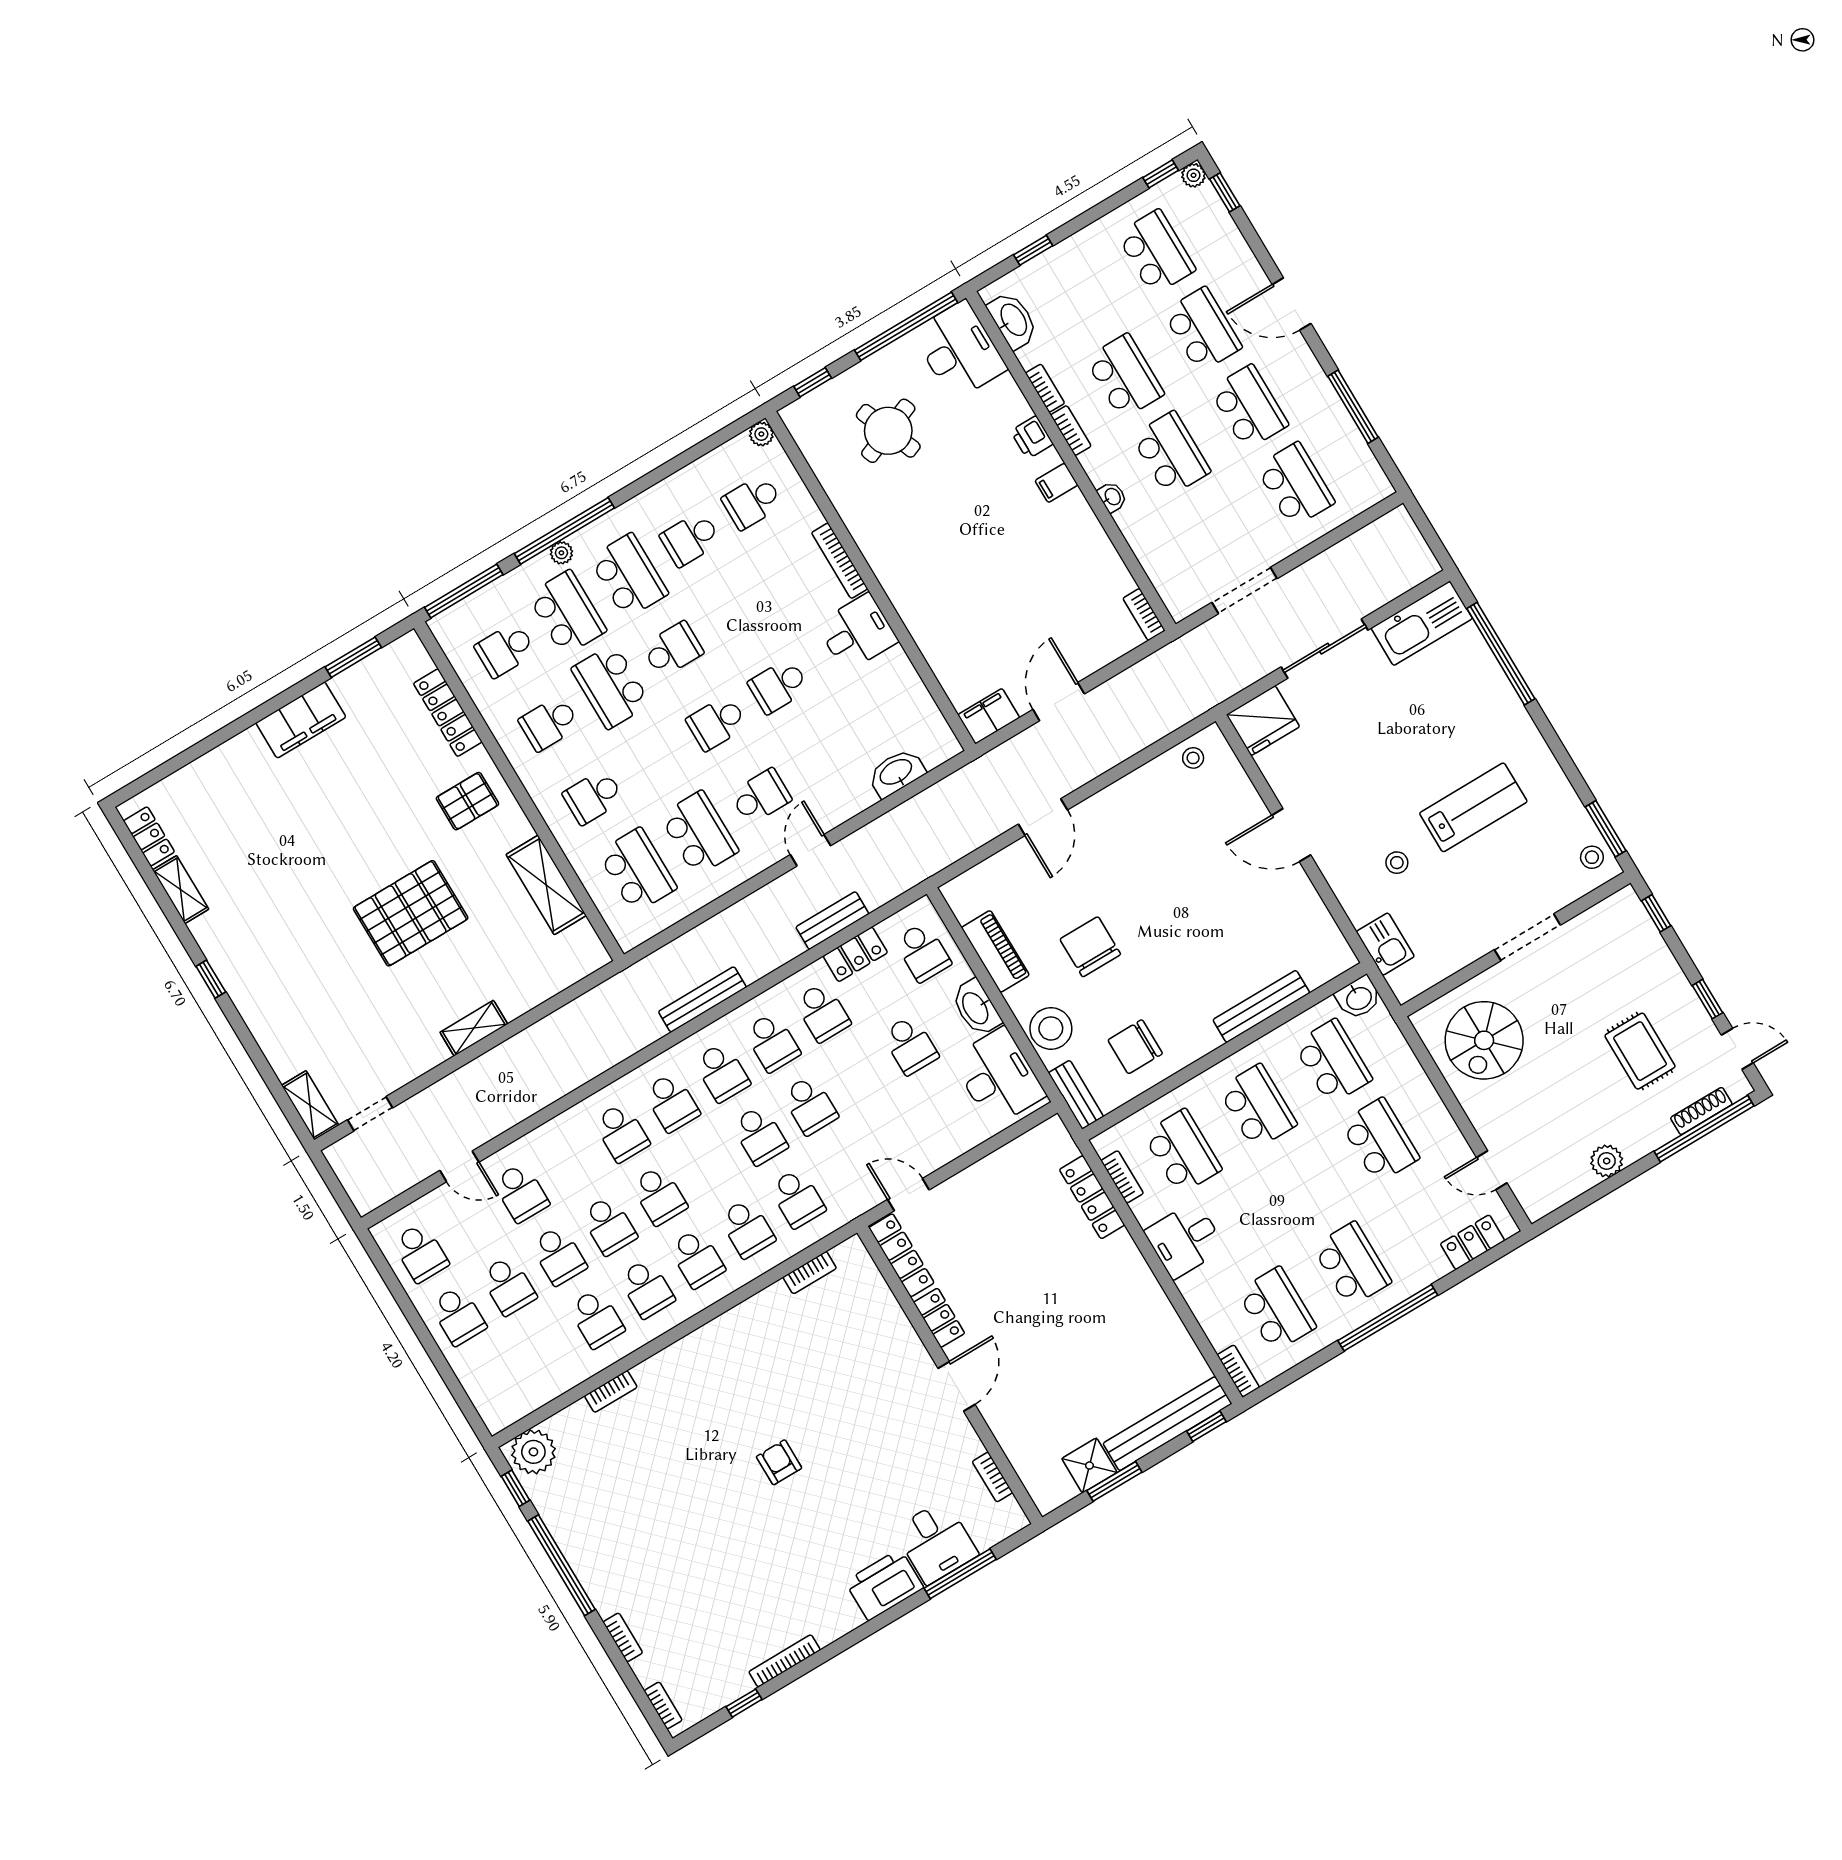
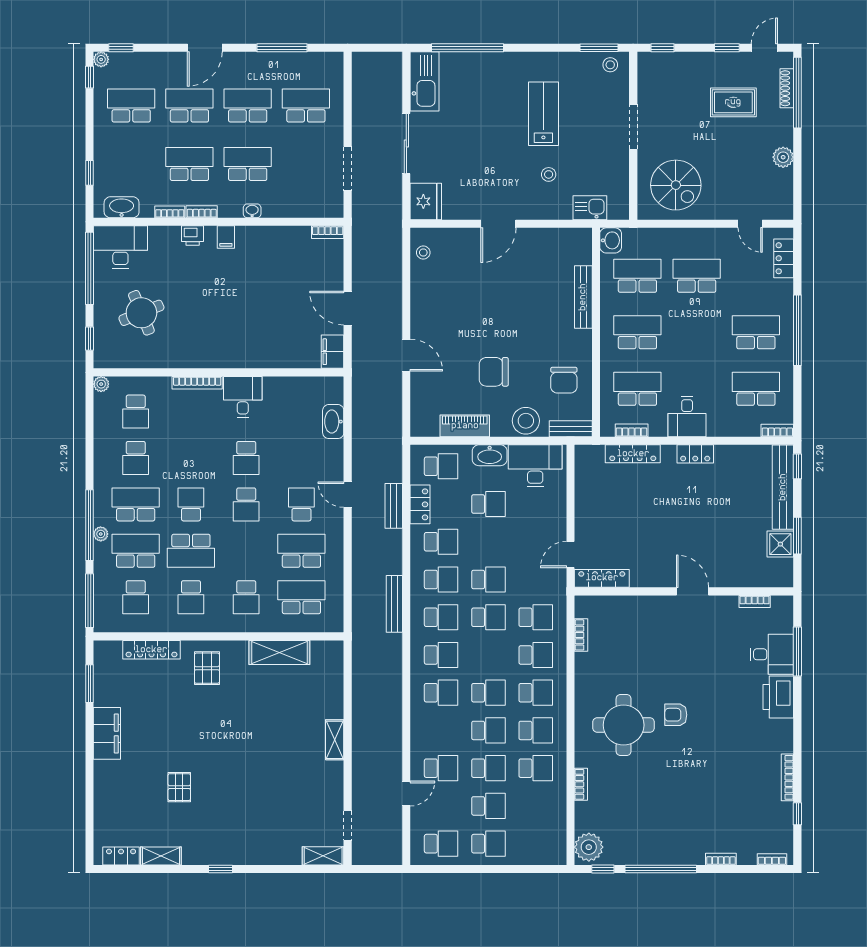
pallet: (411, 913) -> (179, 787), moved, width x0.49, depth x0.50
door: (1492, 1170) -> (750, 224), hinge flipped
locker: (939, 1318) -> (695, 454), moved, turned 180
round table: (724, 1401) -> (624, 725), added

